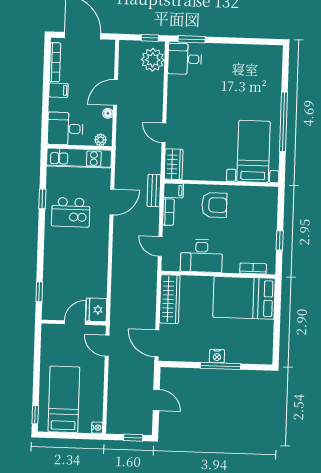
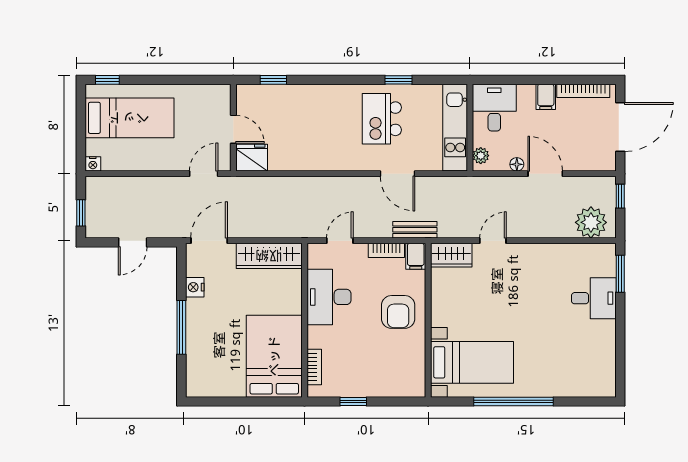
window: (150, 38) -> (620, 196), moved
desk: (185, 59) -> (594, 298), moved, turned 90
nightstand: (217, 356) -> (195, 287), moved

